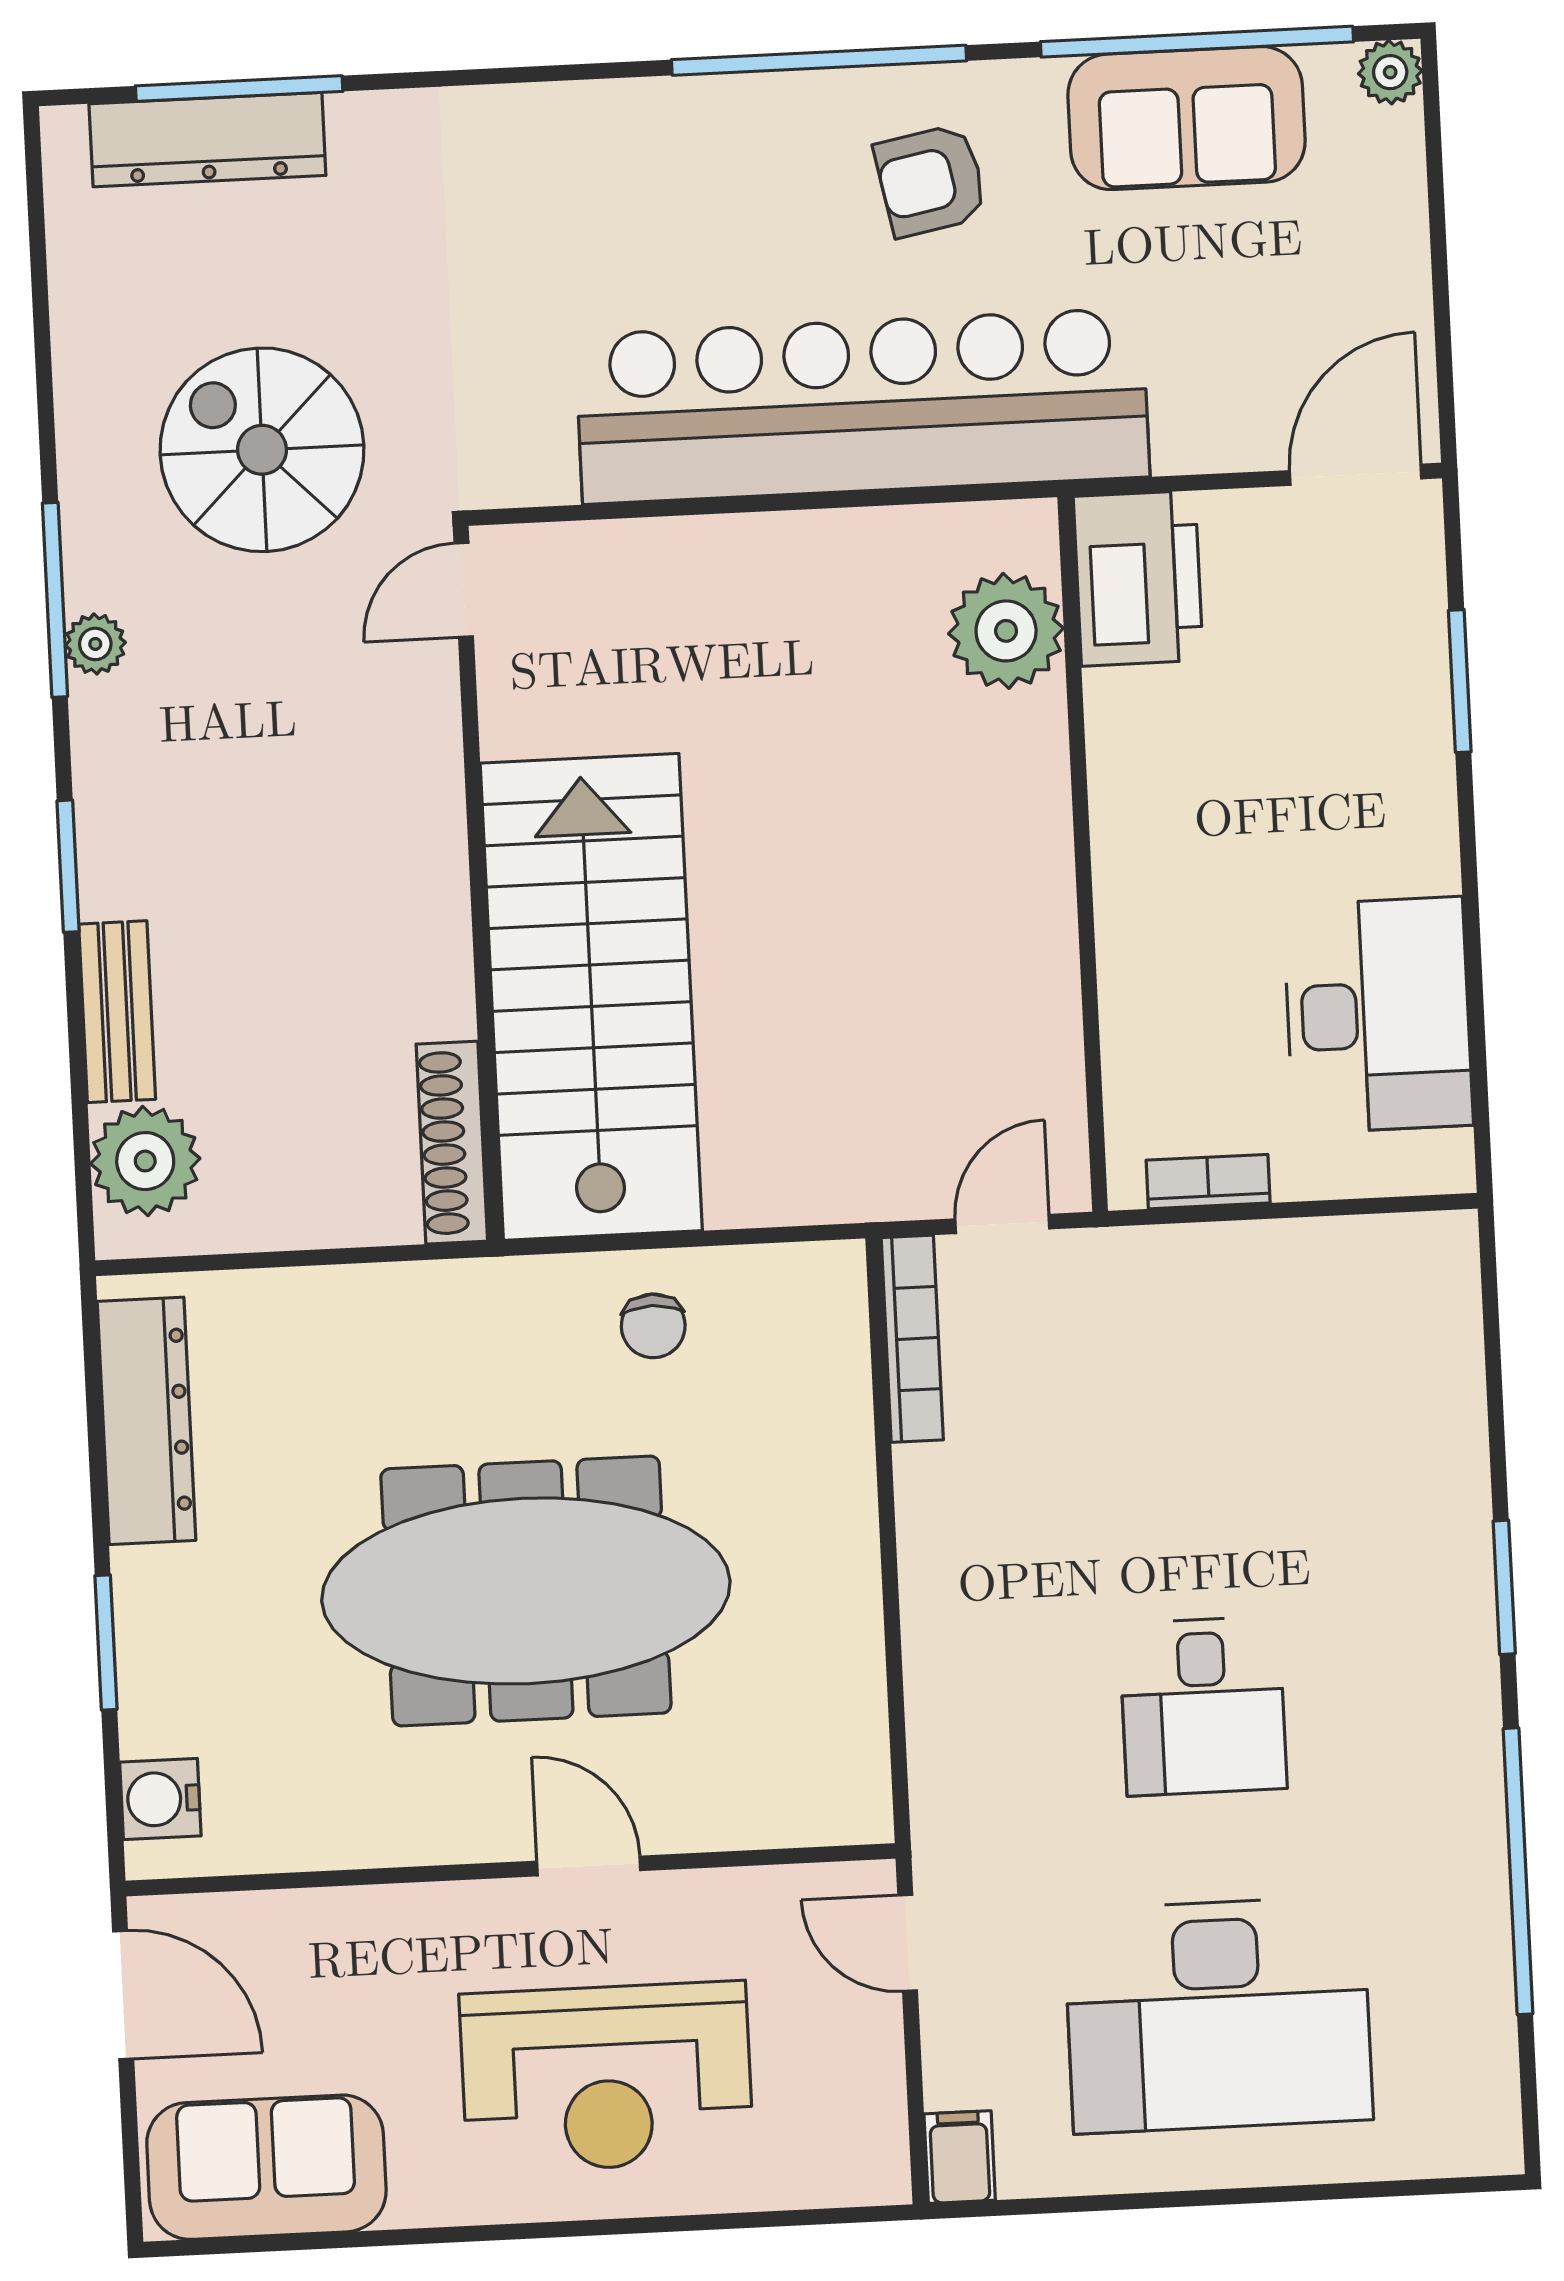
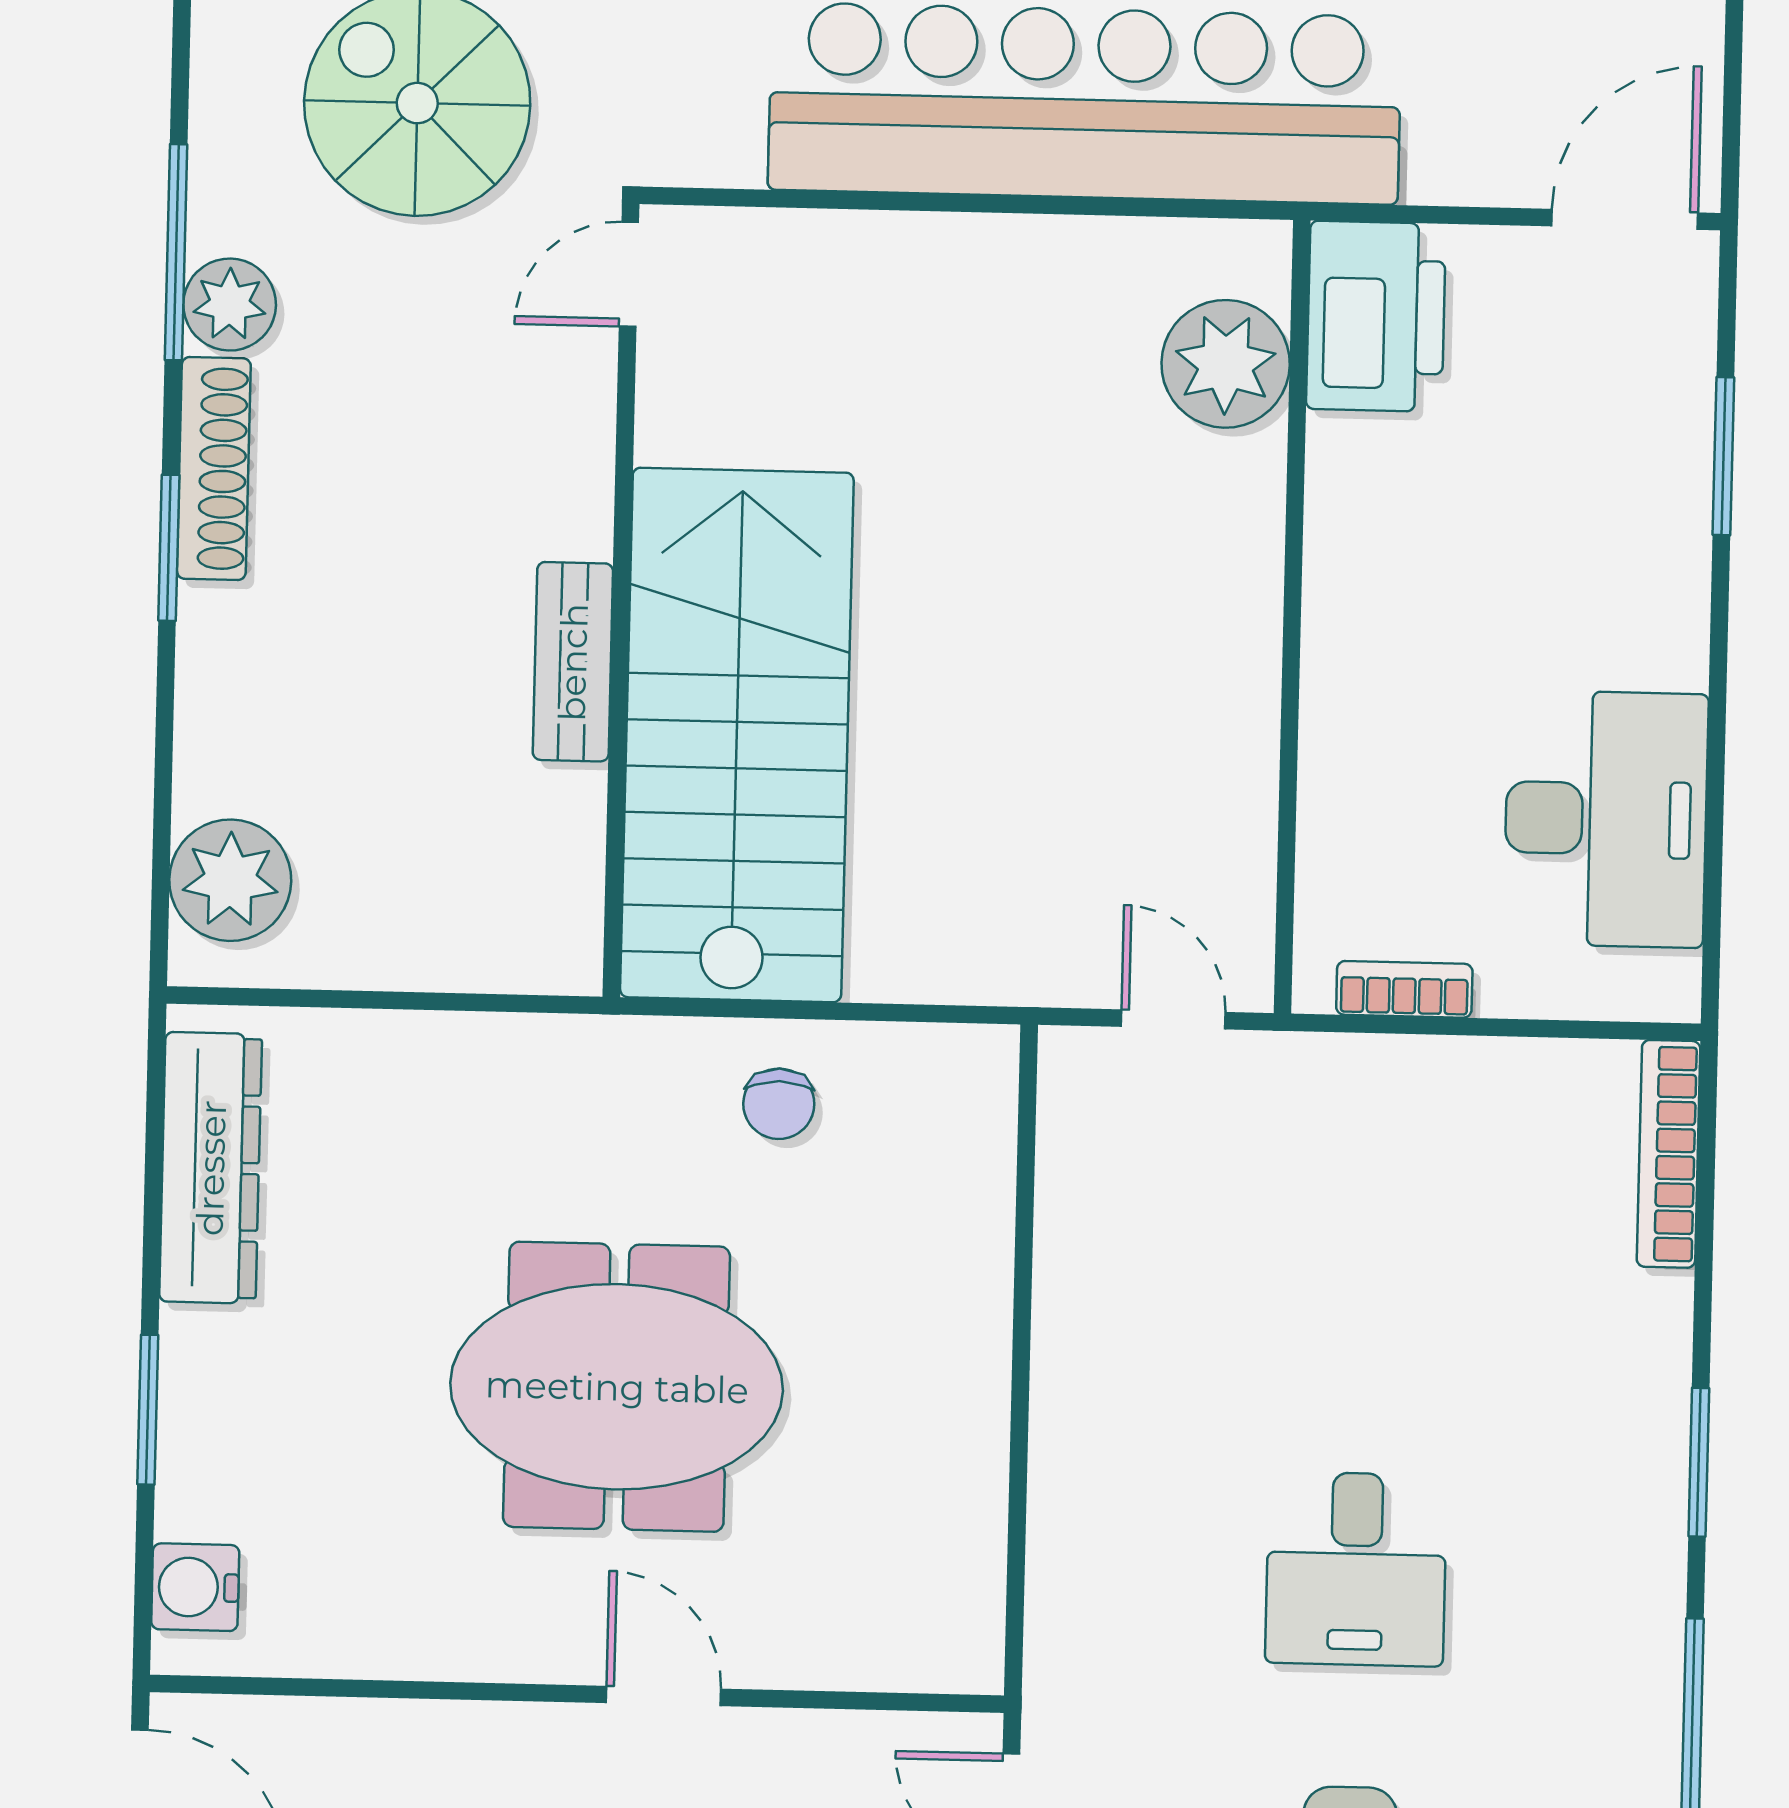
plant: (95, 644) -> (230, 305), width x1.38, depth x1.38
bench: (117, 1012) -> (573, 662), moved
shoe rack: (452, 1143) -> (214, 469), moved, turned 180
door: (1002, 1224) -> (1173, 1019), hinge flipped
bookcase: (912, 1339) -> (1669, 1154), moved, turned 180
meeting table: (526, 1591) -> (617, 1387), width x0.73

